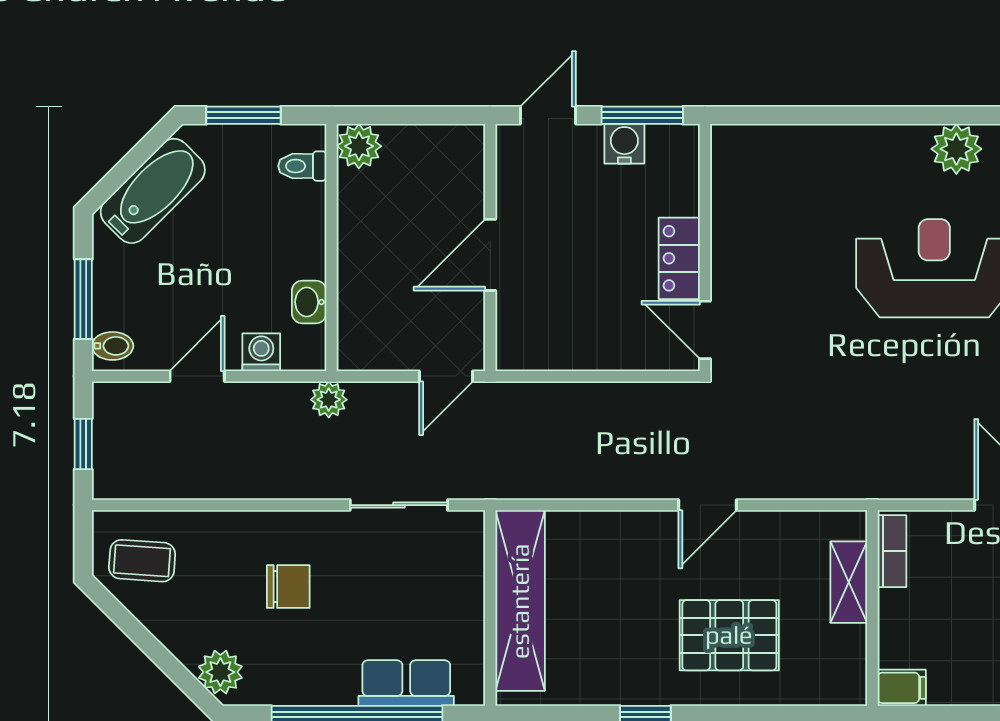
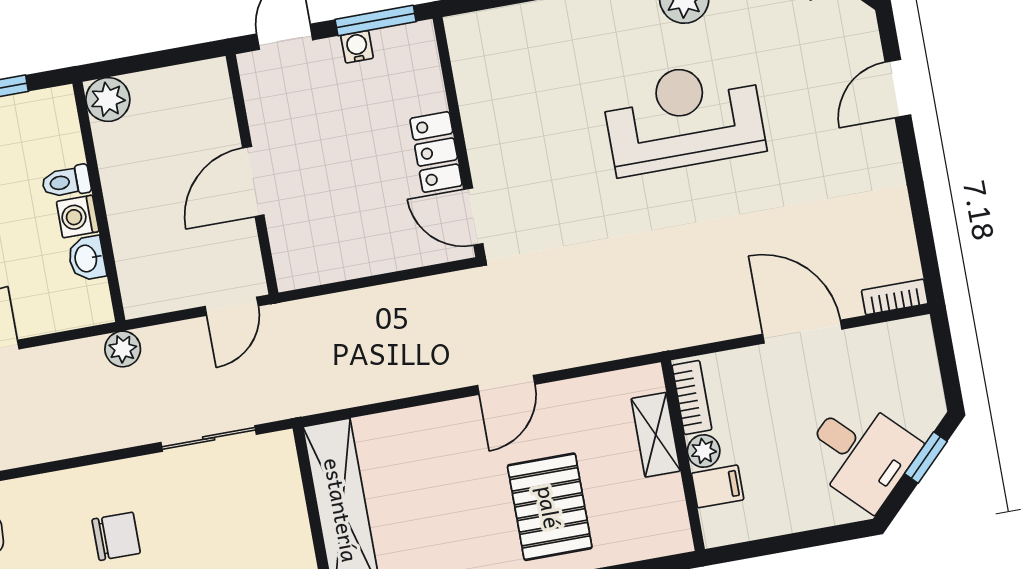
water cooler: (624, 144) -> (357, 47), width x0.72, depth x0.72
toilet: (302, 166) -> (66, 182), moved
washing machine: (261, 352) -> (78, 217), moved, turned -90
plant: (894, 607) -> (704, 451), added
pallet: (729, 635) -> (550, 507), turned 90
filing cabinet: (902, 688) -> (718, 486), moved

